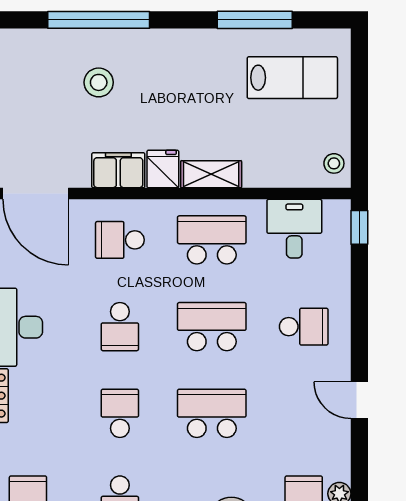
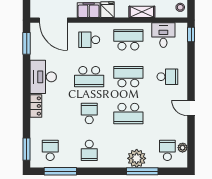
shelving: (211, 174) -> (142, 12), moved
school desk: (120, 327) -> (89, 77), width x1.85
school desk: (212, 413) -> (128, 114), turned 180

